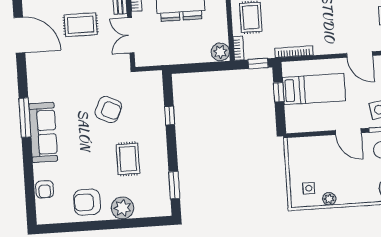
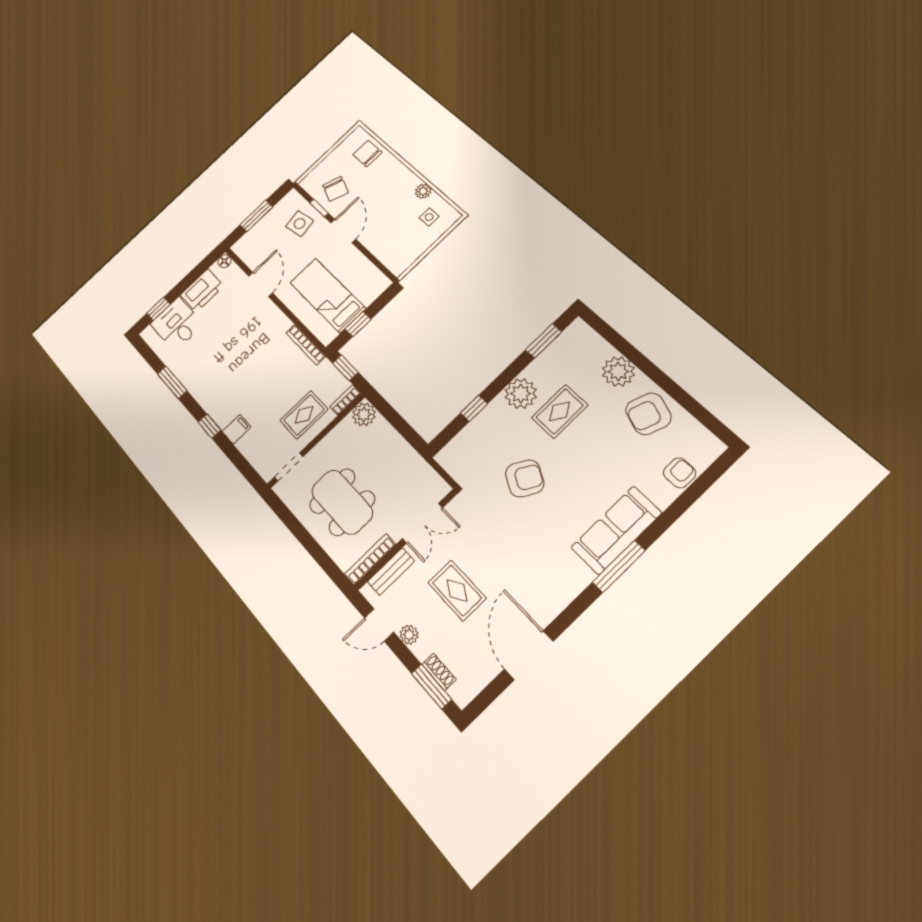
armchair: (108, 110) -> (525, 478), turned 94
plant: (156, 147) -> (521, 394), added
armchair: (87, 202) -> (648, 414), turned 109

